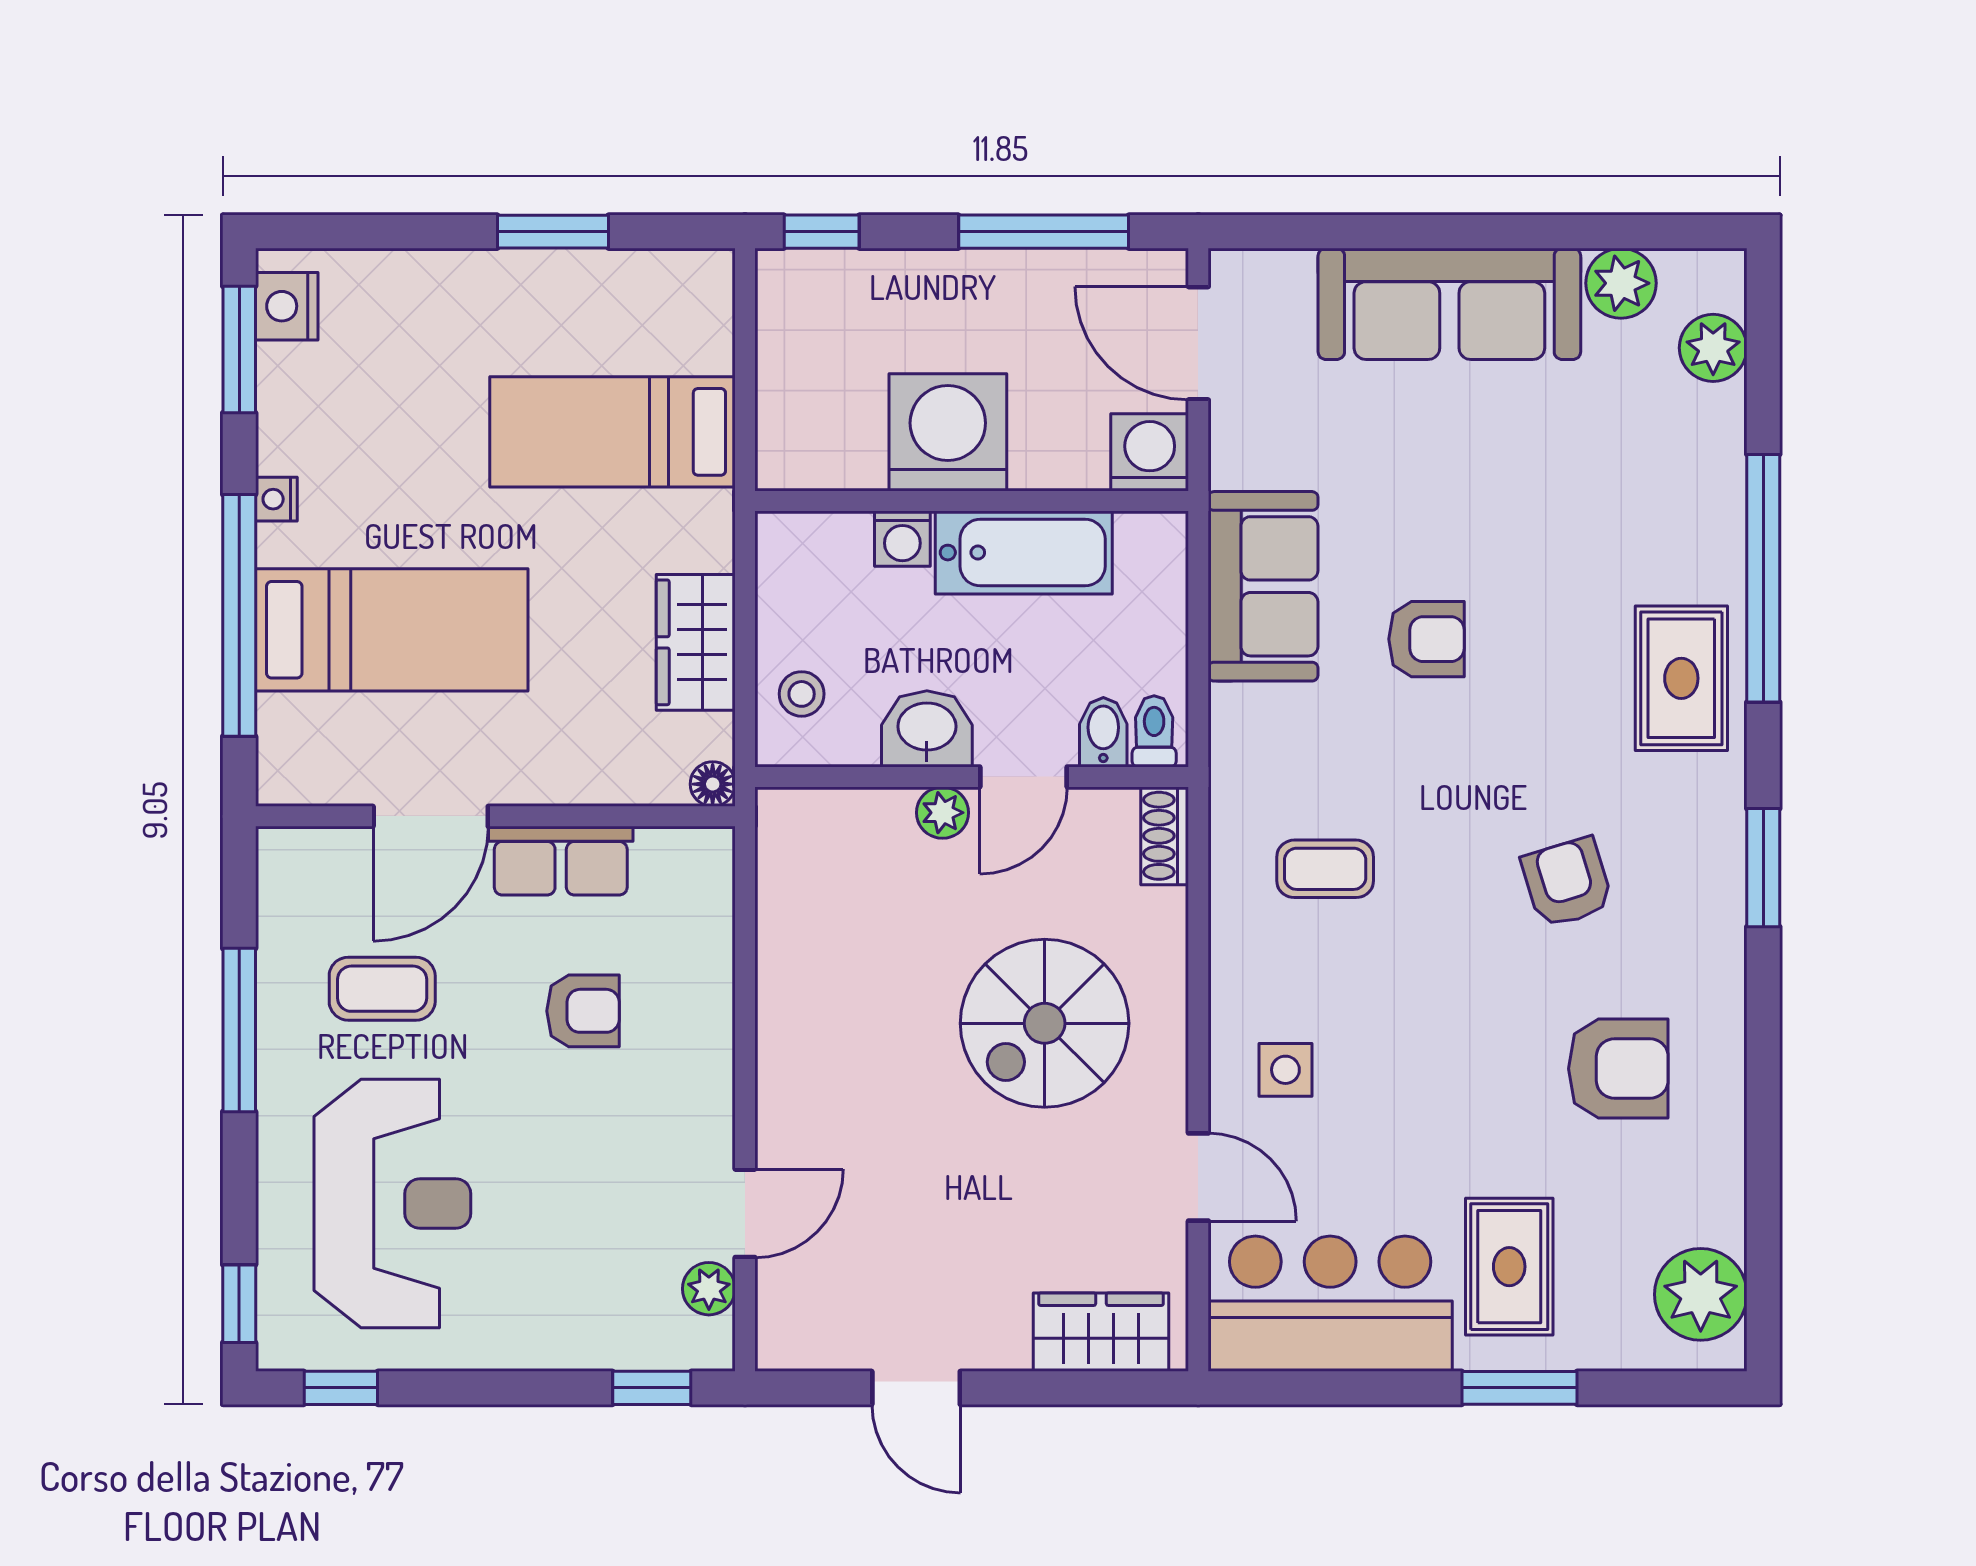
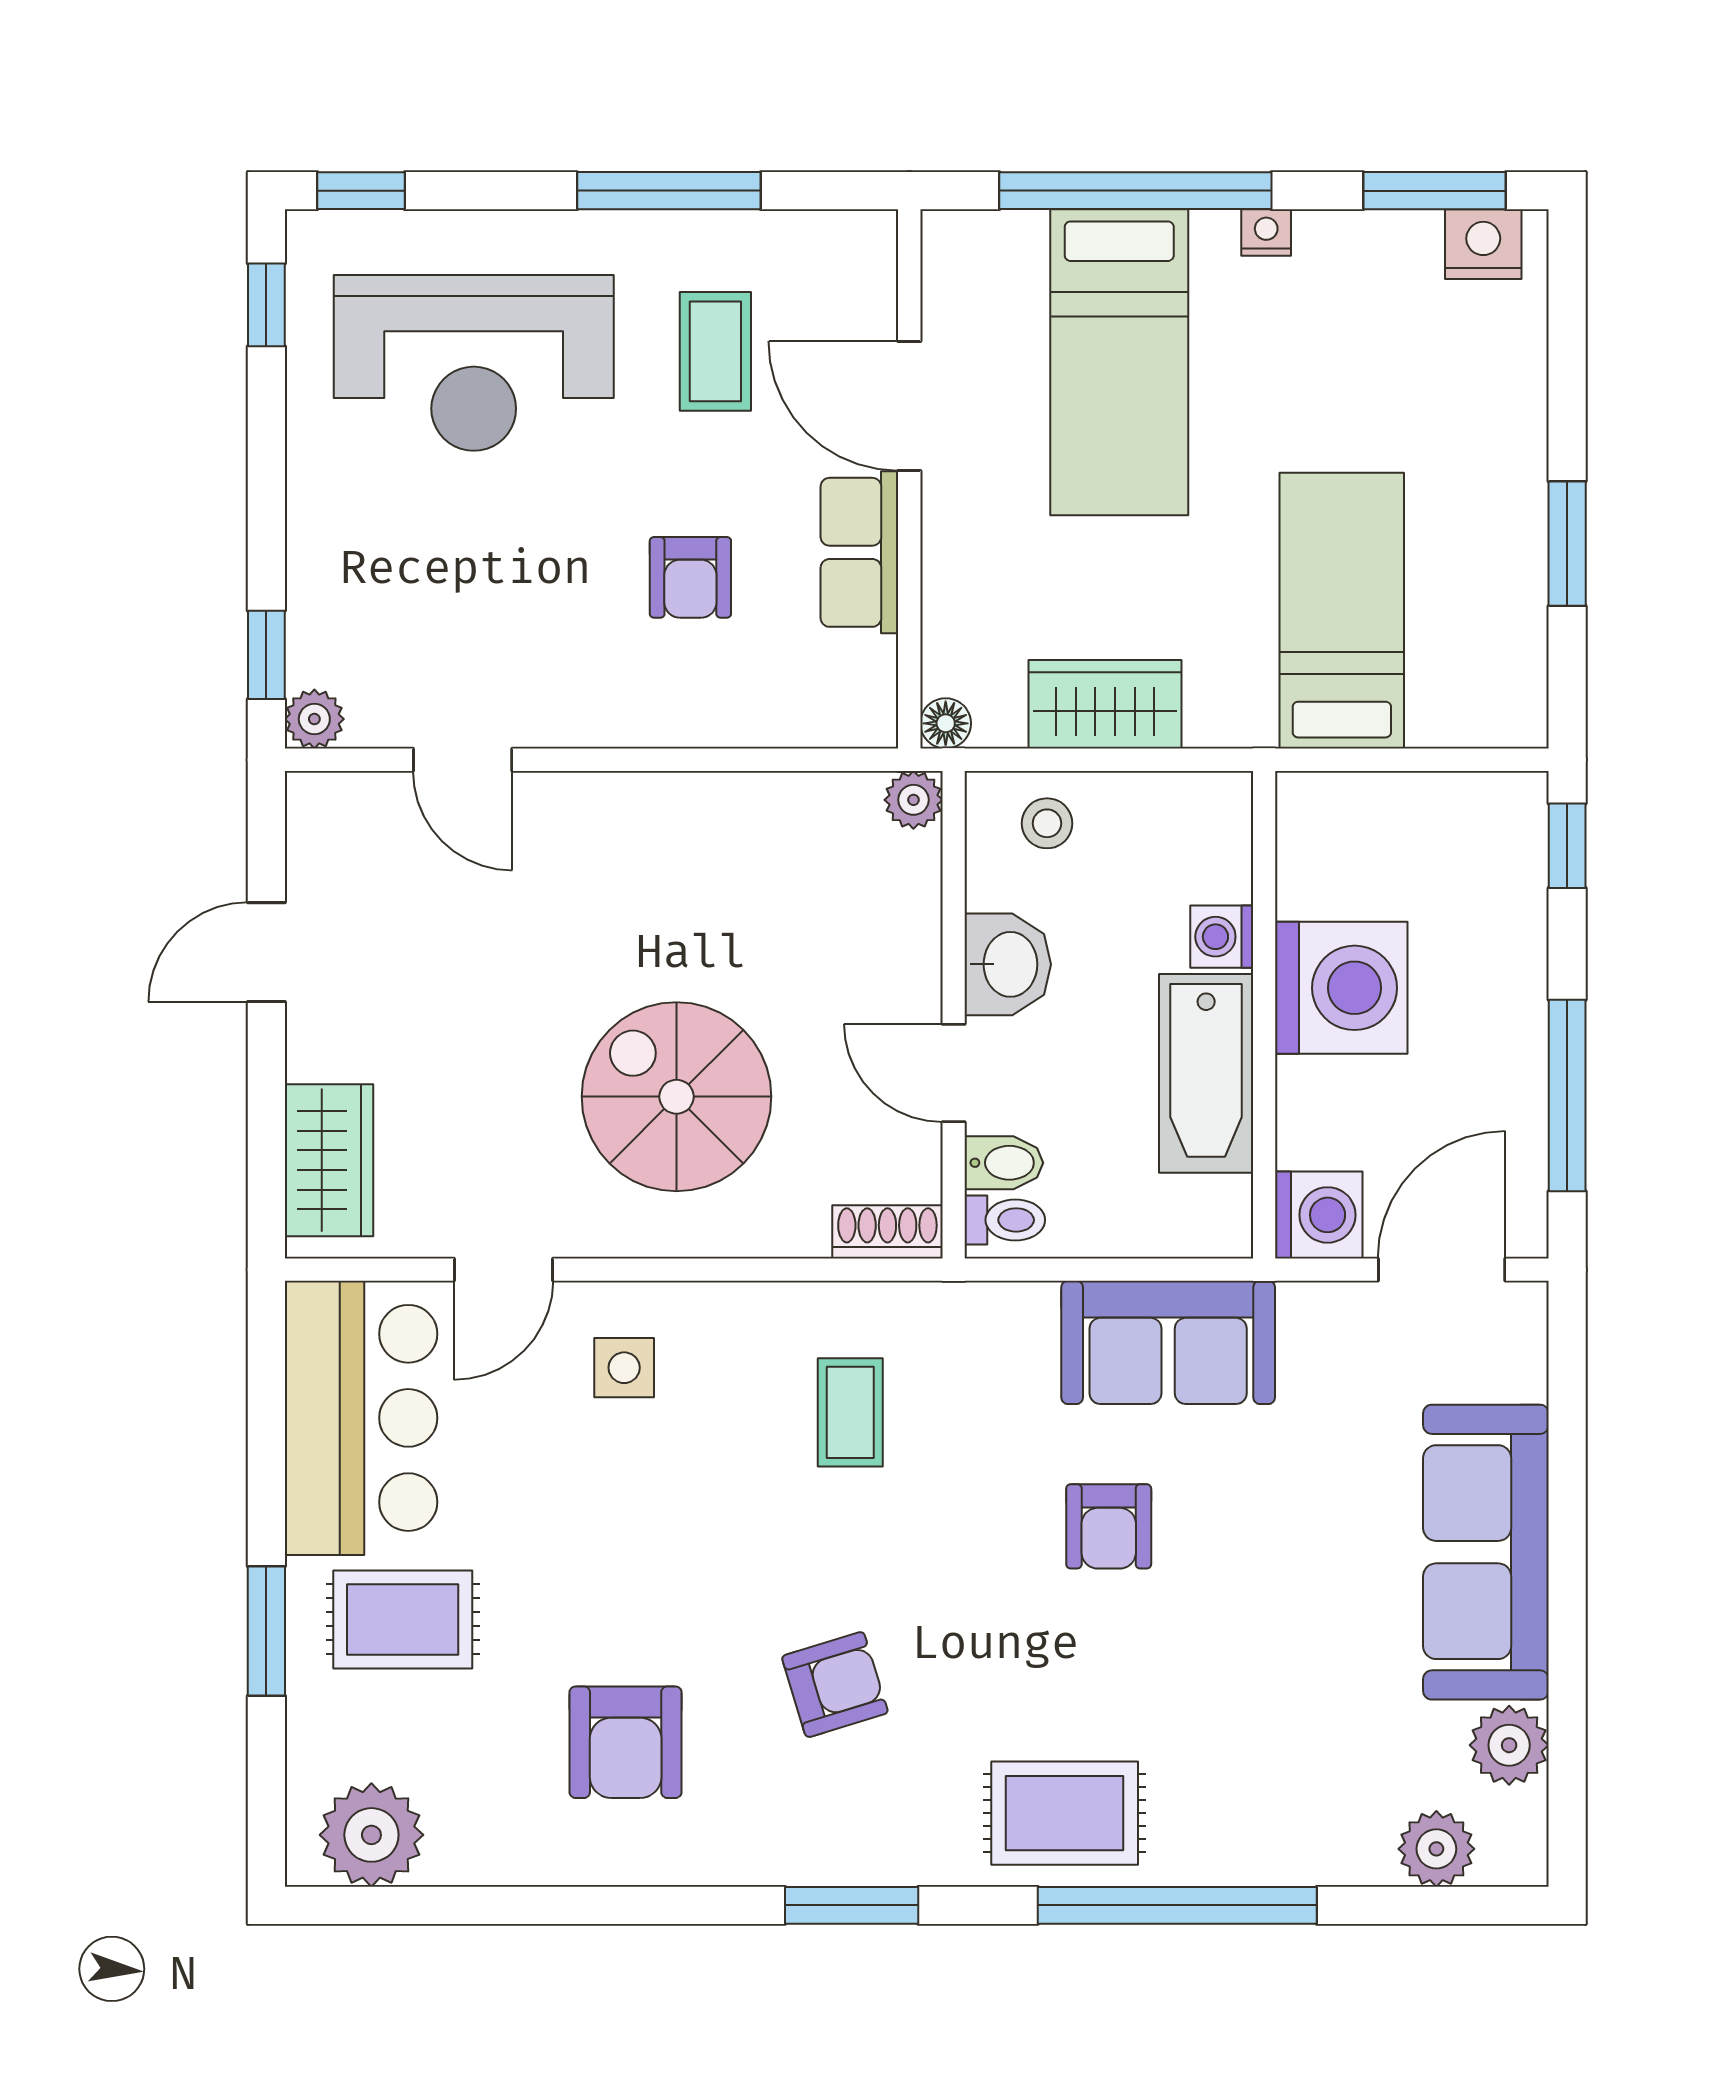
plant: (943, 813) -> (913, 800), moved
plant: (709, 1289) -> (314, 719), moved

